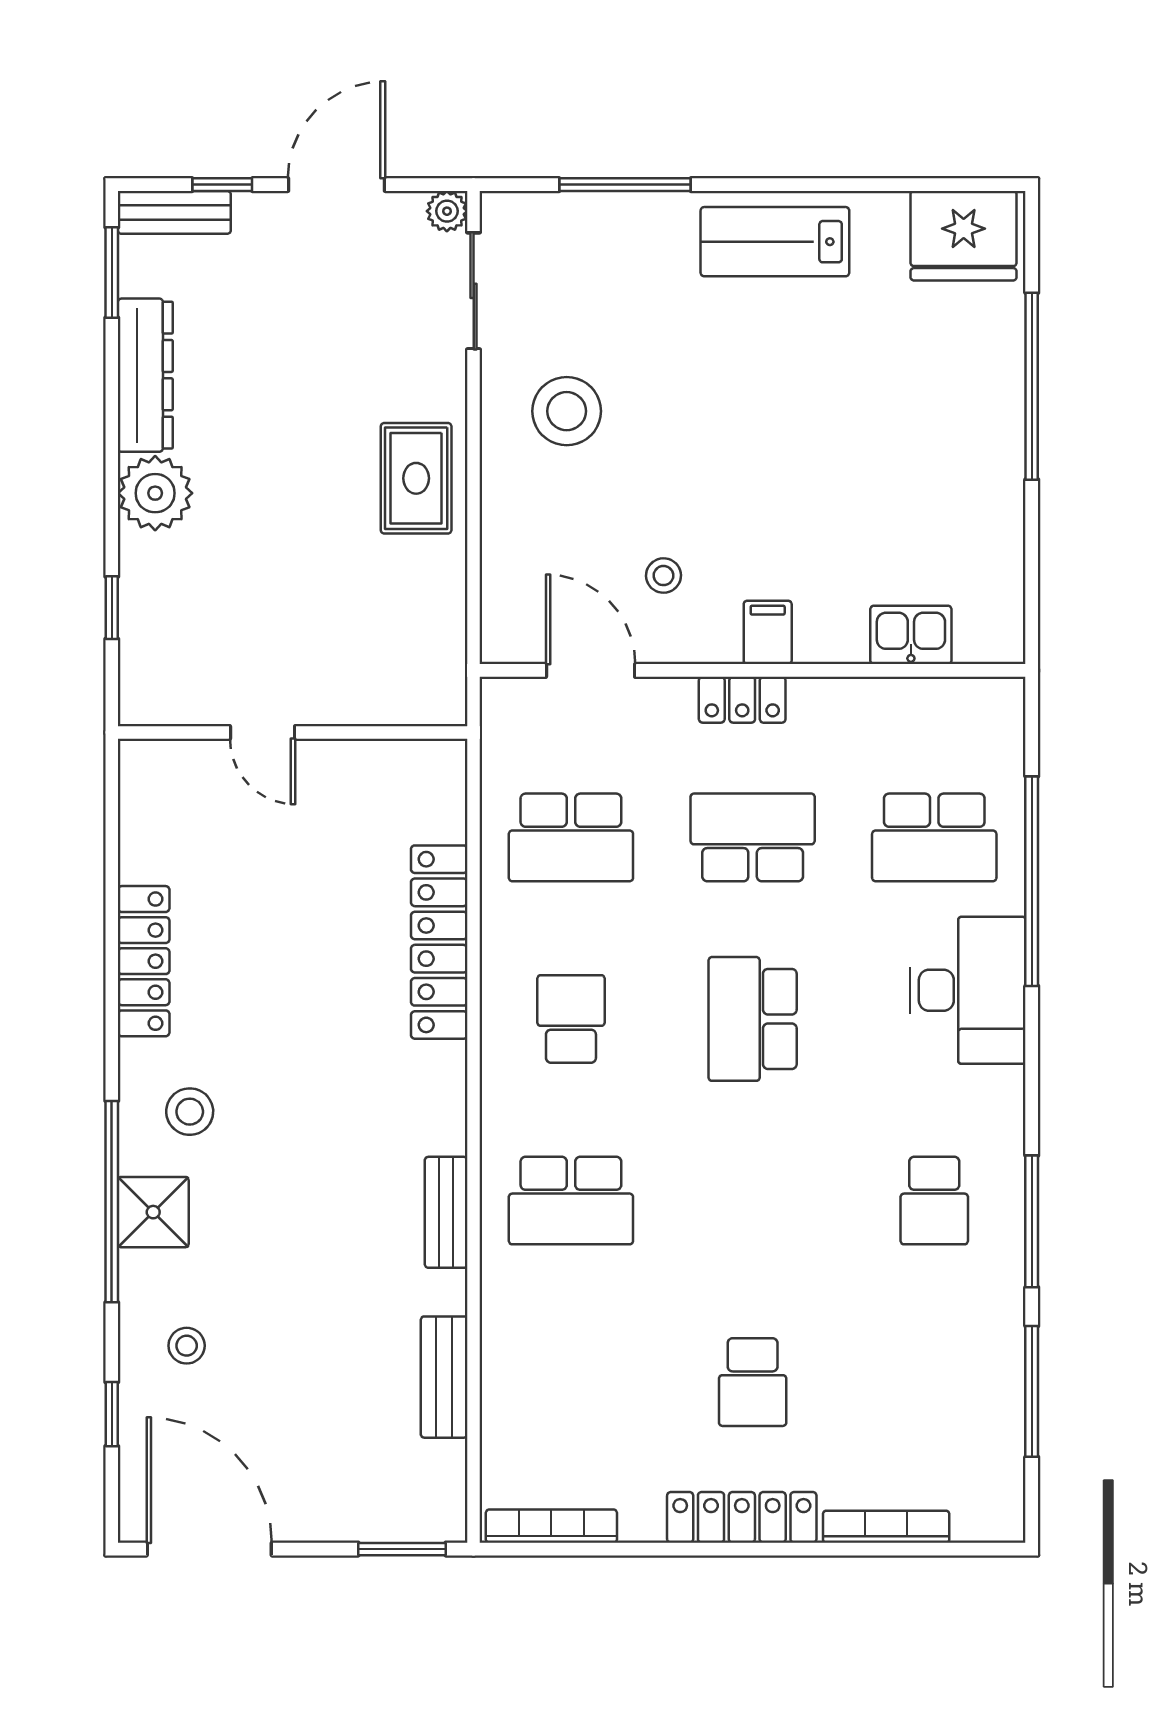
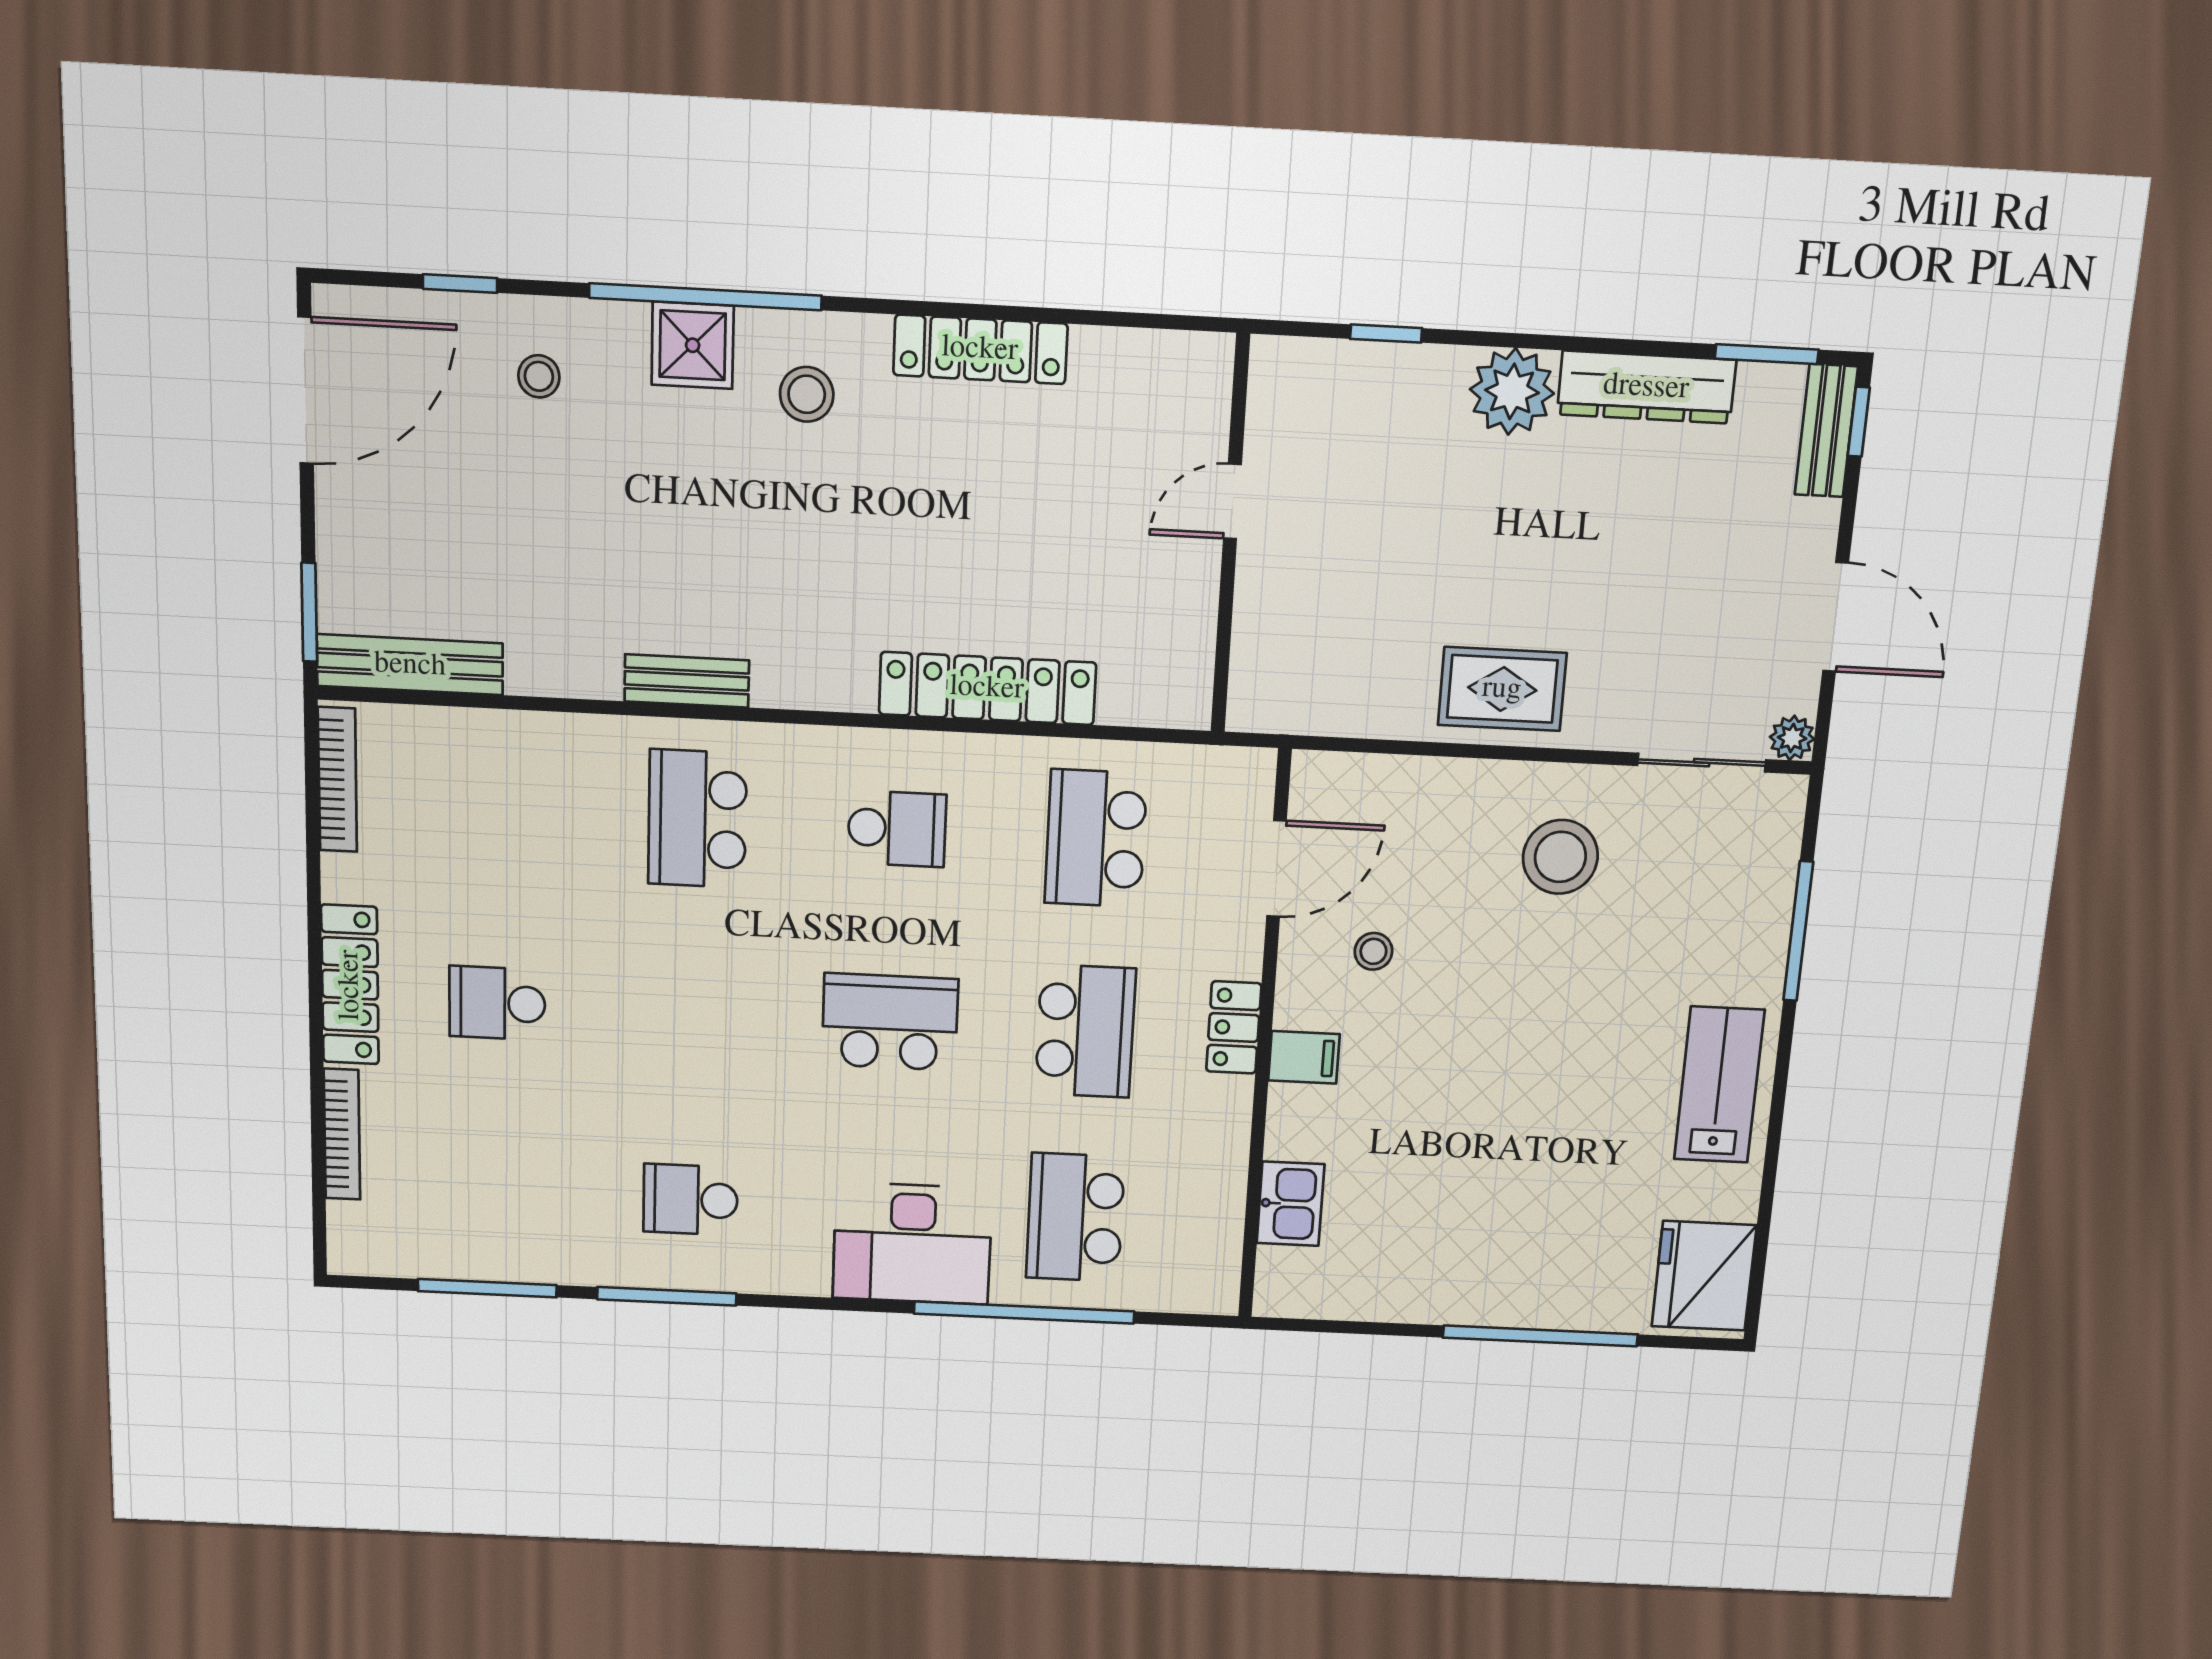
window: (222, 185) -> (1859, 422), moved
bench: (444, 1377) -> (410, 665), moved, width x1.36

